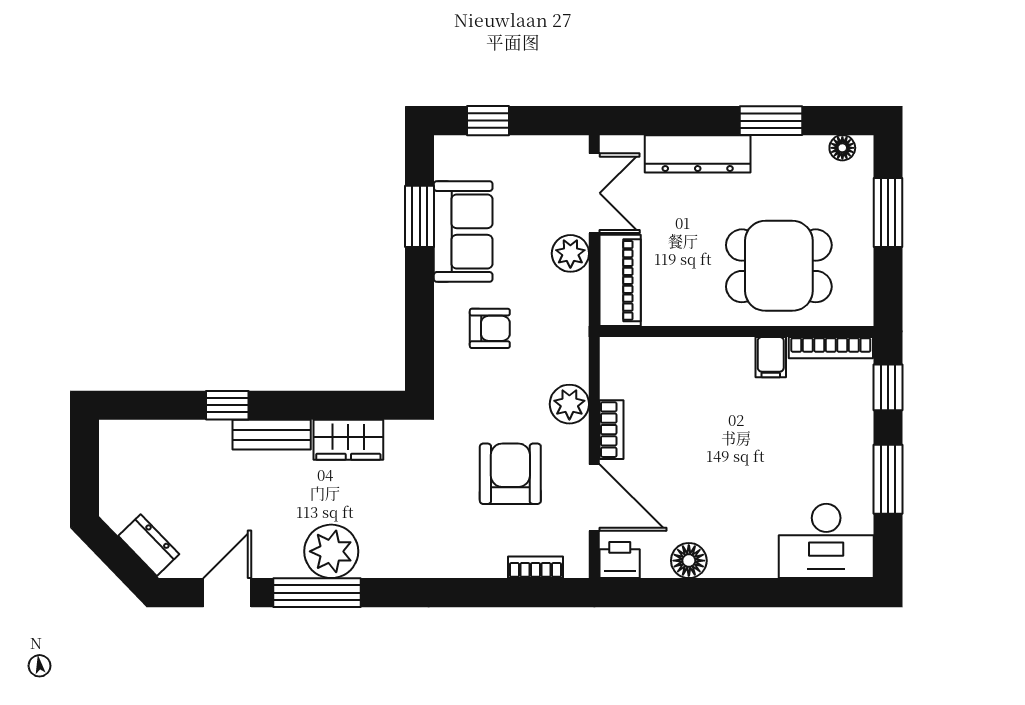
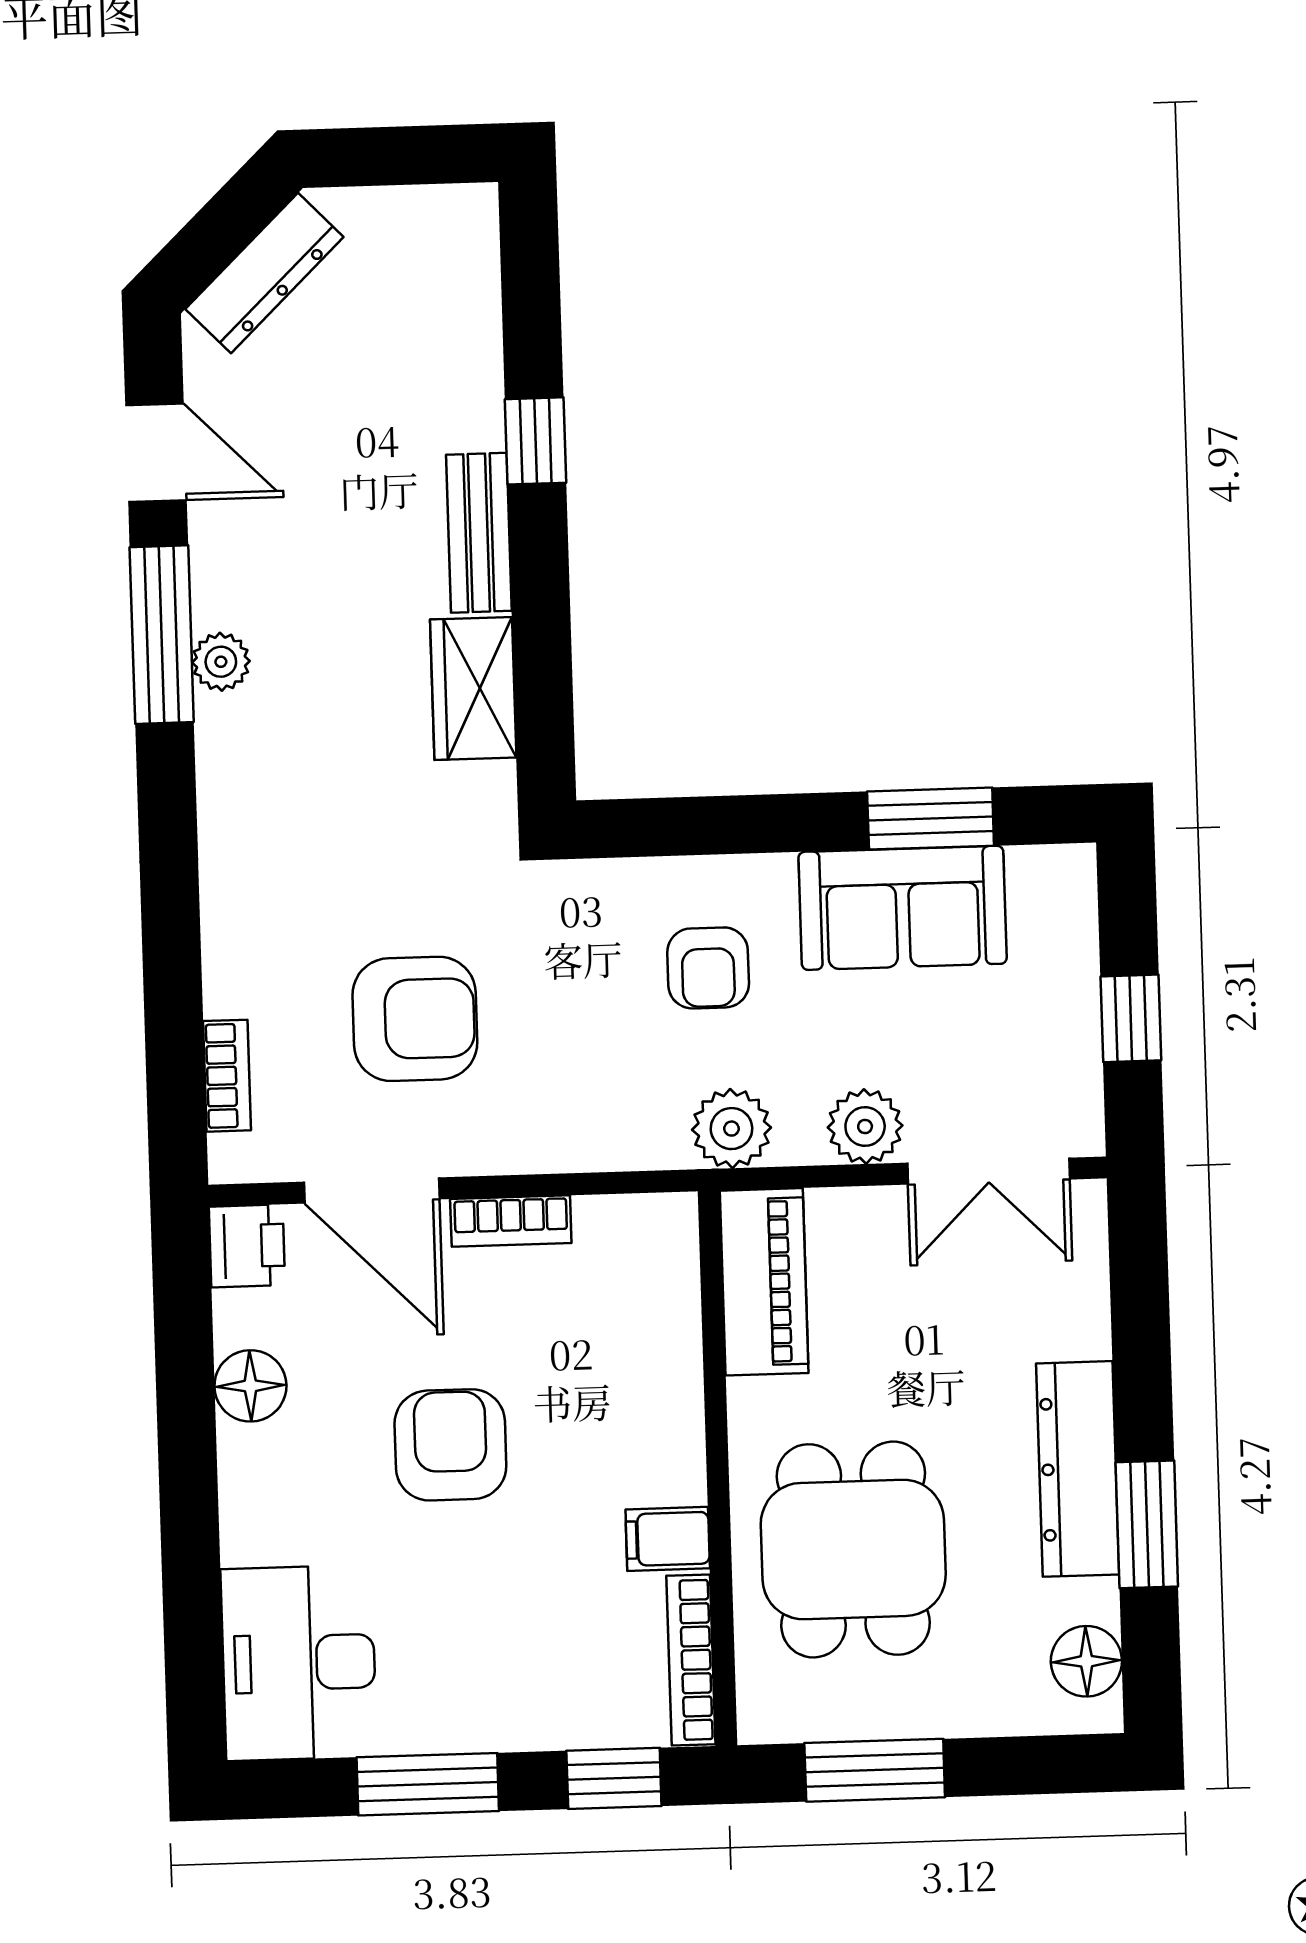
window: (488, 121) -> (1131, 1018), moved
floor lamp: (842, 148) -> (1086, 1661), width x1.37, depth x1.37
dresser: (698, 154) -> (1078, 1469), moved
window: (888, 212) -> (875, 1770), moved
piano: (620, 280) -> (764, 1282), moved, turned -90
plant: (569, 404) -> (731, 1129), moved
armchair: (721, 463) -> (450, 1445), added
door: (594, 498) -> (372, 1190), hinge flipped
dresser: (149, 545) -> (264, 273), width x1.44
plant: (331, 551) -> (221, 662), width x0.53, depth x0.53

